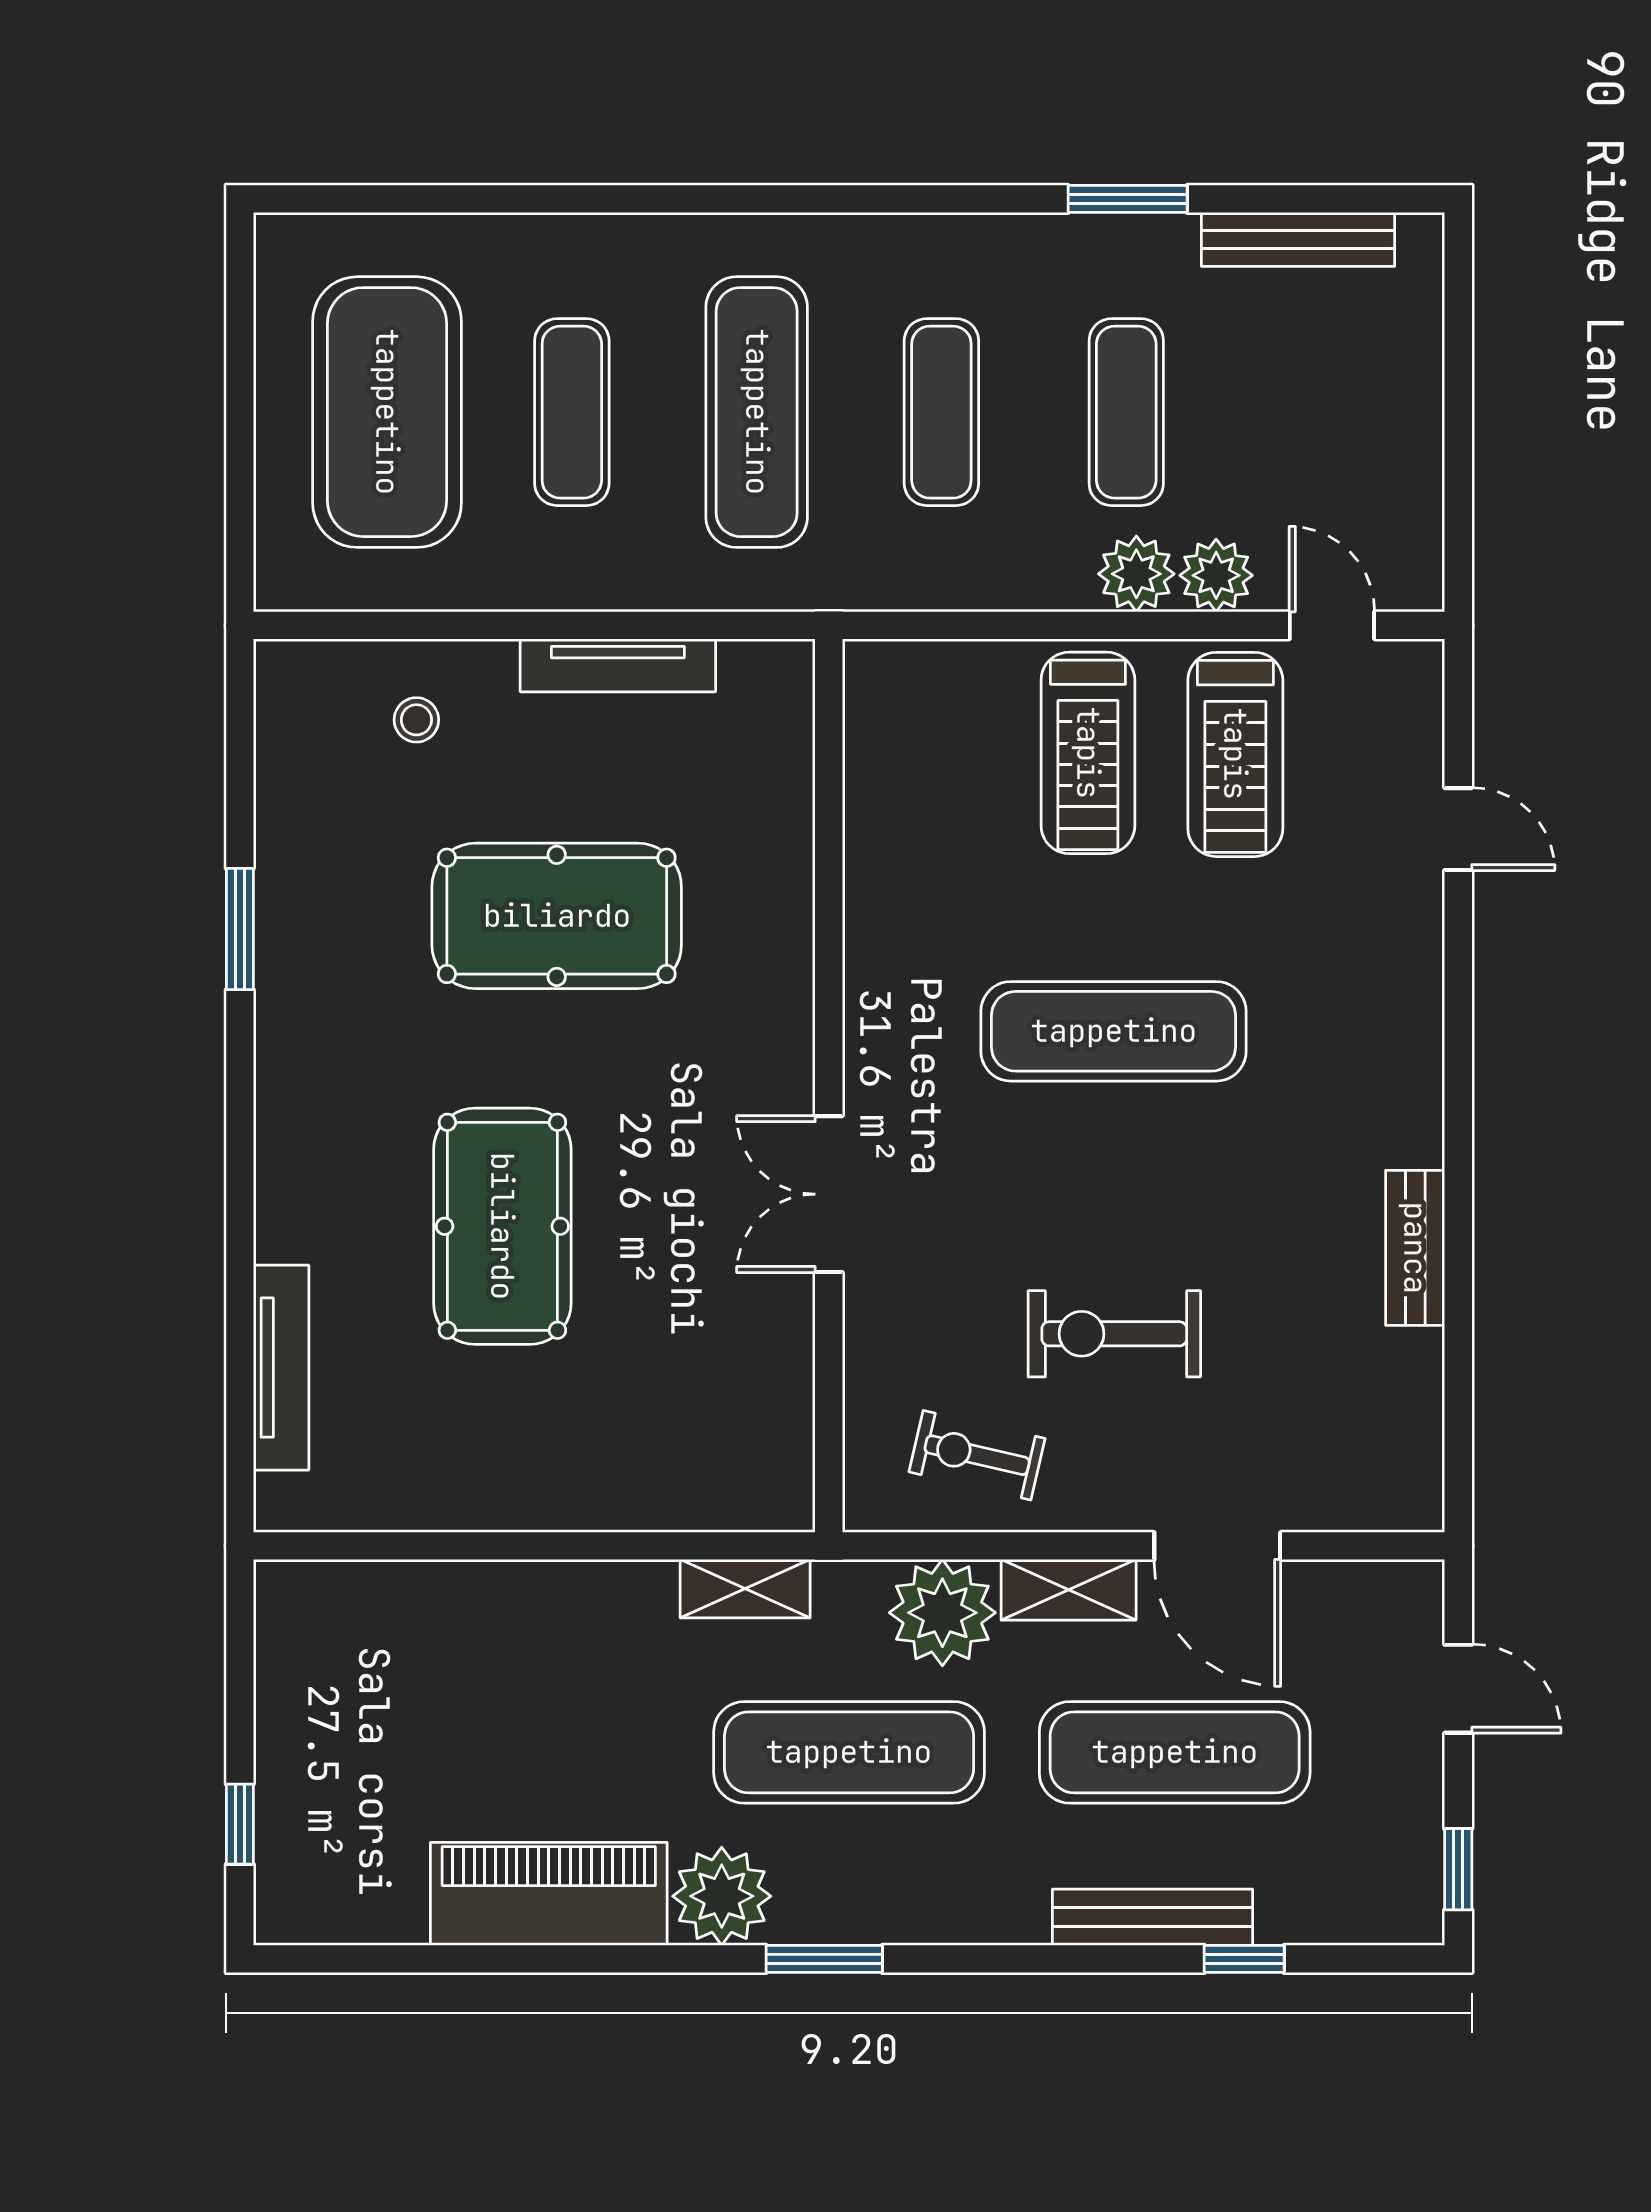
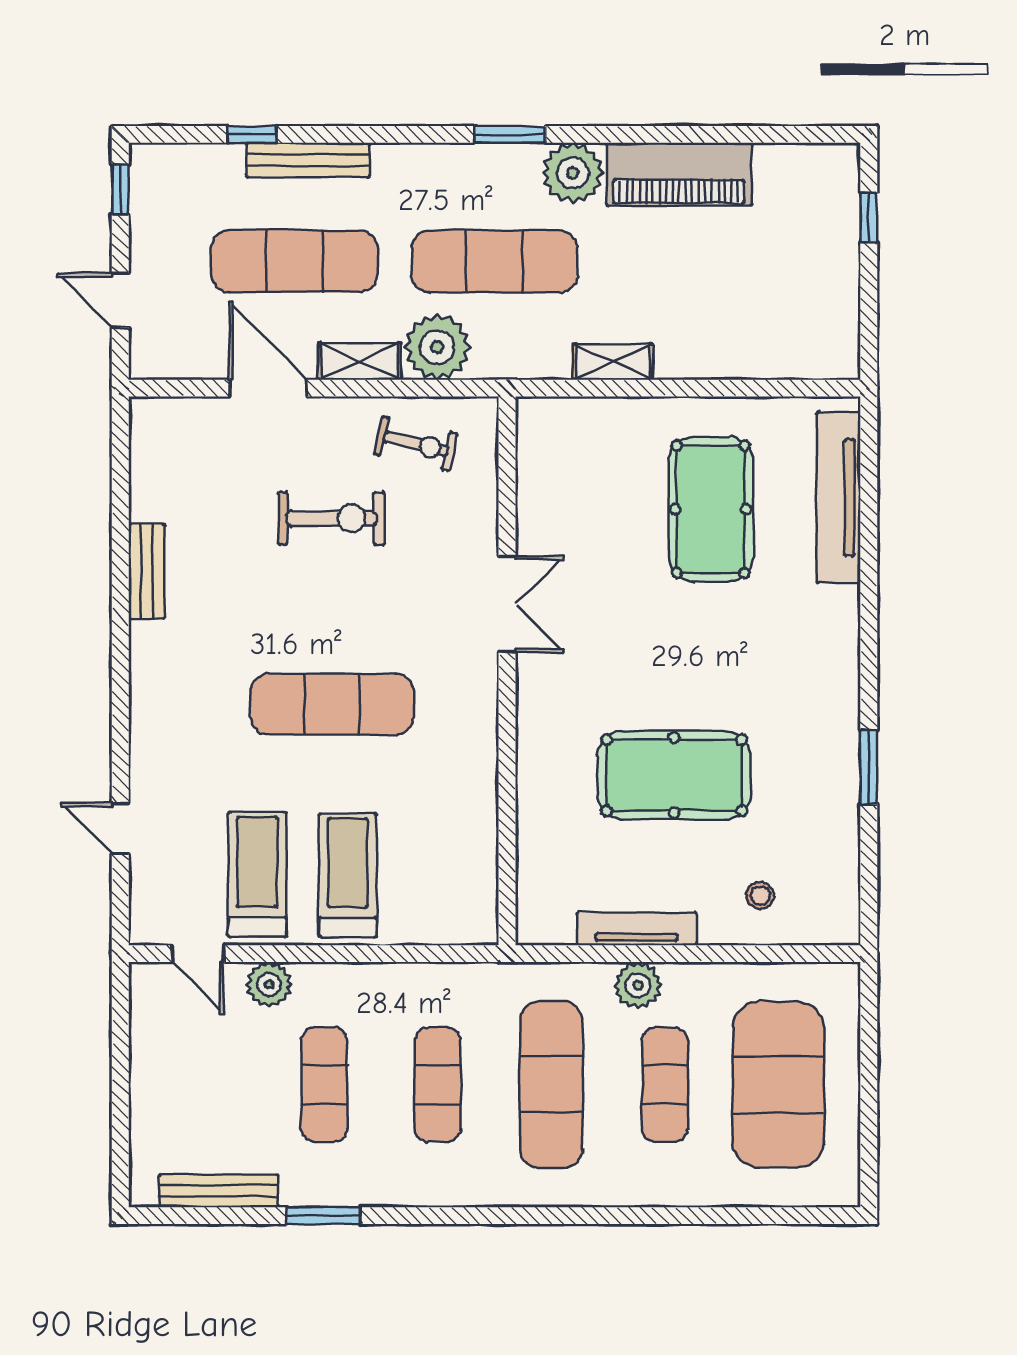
plant: (1136, 574) -> (638, 985), moved
pool table: (502, 1226) -> (711, 509), moved
tv unit: (281, 1368) -> (839, 498), width x1.36, depth x1.29
shelving: (745, 1589) -> (613, 362), moved

